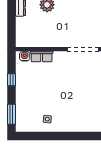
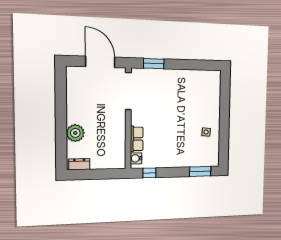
window: (12, 80) -> (149, 173), moved

